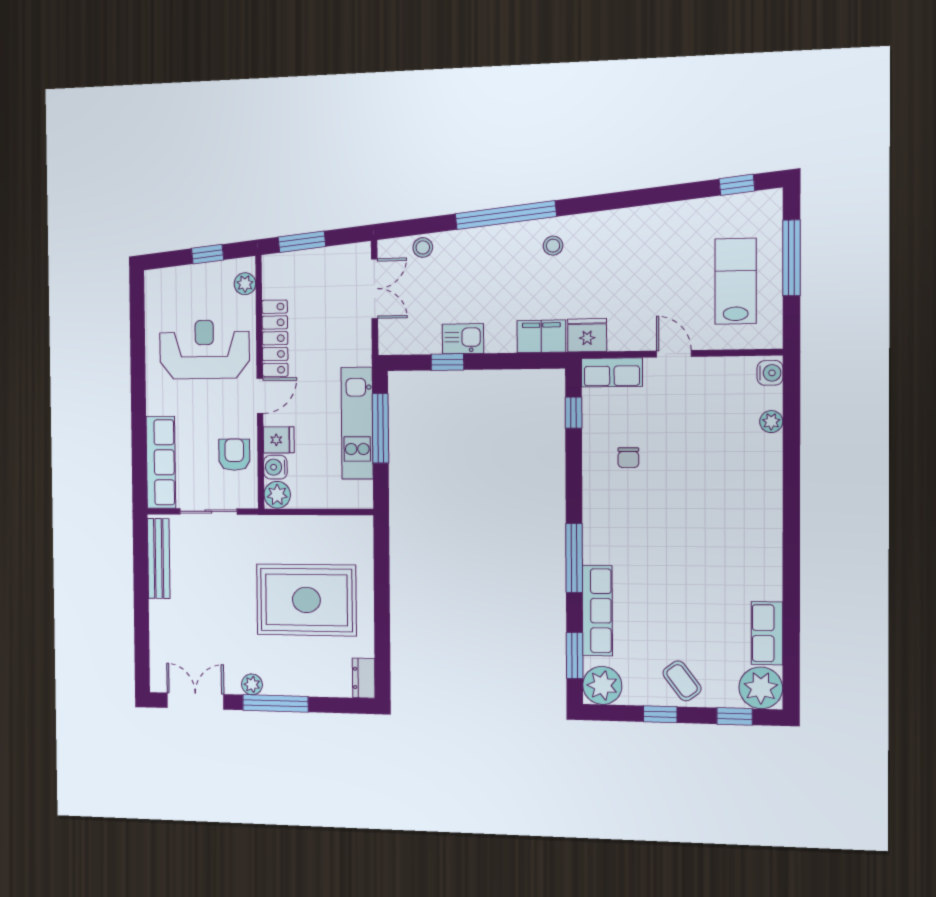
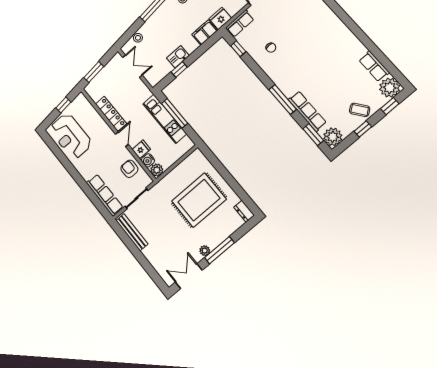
plant: (245, 284) -> (85, 104), removed
reception desk: (204, 349) -> (71, 136), moved, turned -90

